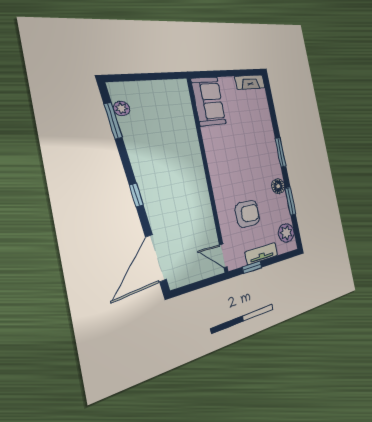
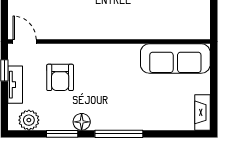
sofa: (209, 101) -> (175, 59), width x1.36
window: (281, 152) -> (119, 134), width x1.44
door: (223, 256) -> (25, 42), hinge flipped

